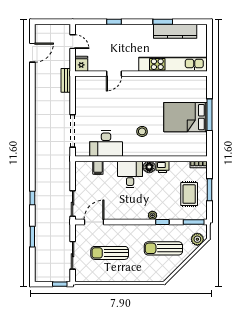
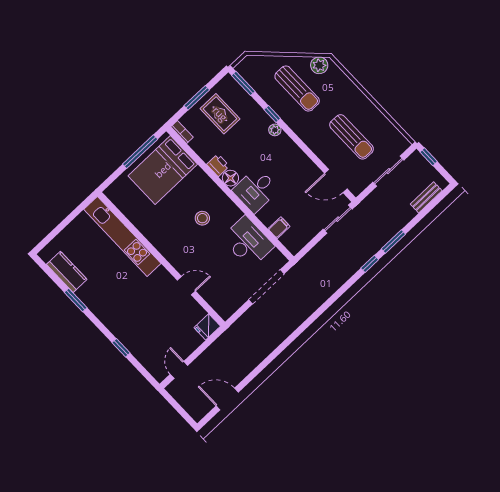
kitchen counter: (175, 31) -> (67, 272), width x0.67
fridge: (81, 64) -> (207, 327), moved
kitchen unit: (173, 64) -> (122, 236), moved
door: (114, 74) -> (186, 286), moved
wall: (141, 74) -> (161, 259), moved
bench: (66, 80) -> (426, 197), moved
window: (210, 115) -> (140, 152), moved
bed: (185, 117) -> (163, 170), moved, turned 90
rug: (189, 194) -> (220, 114), turned 90
window: (32, 237) -> (393, 241), moved
plant: (197, 239) -> (319, 65), moved

